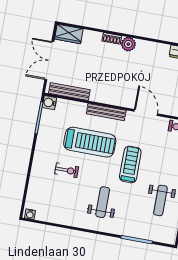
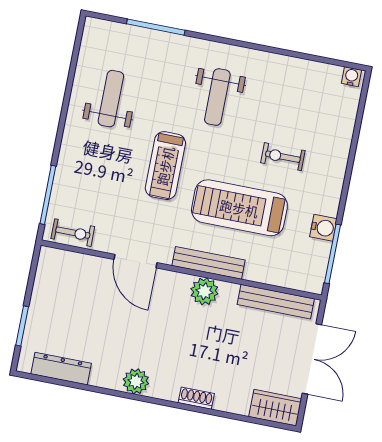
plant: (128, 44) -> (136, 381), moved
plant: (108, 97) -> (204, 291), added
water cooler: (49, 103) -> (323, 228), moved

